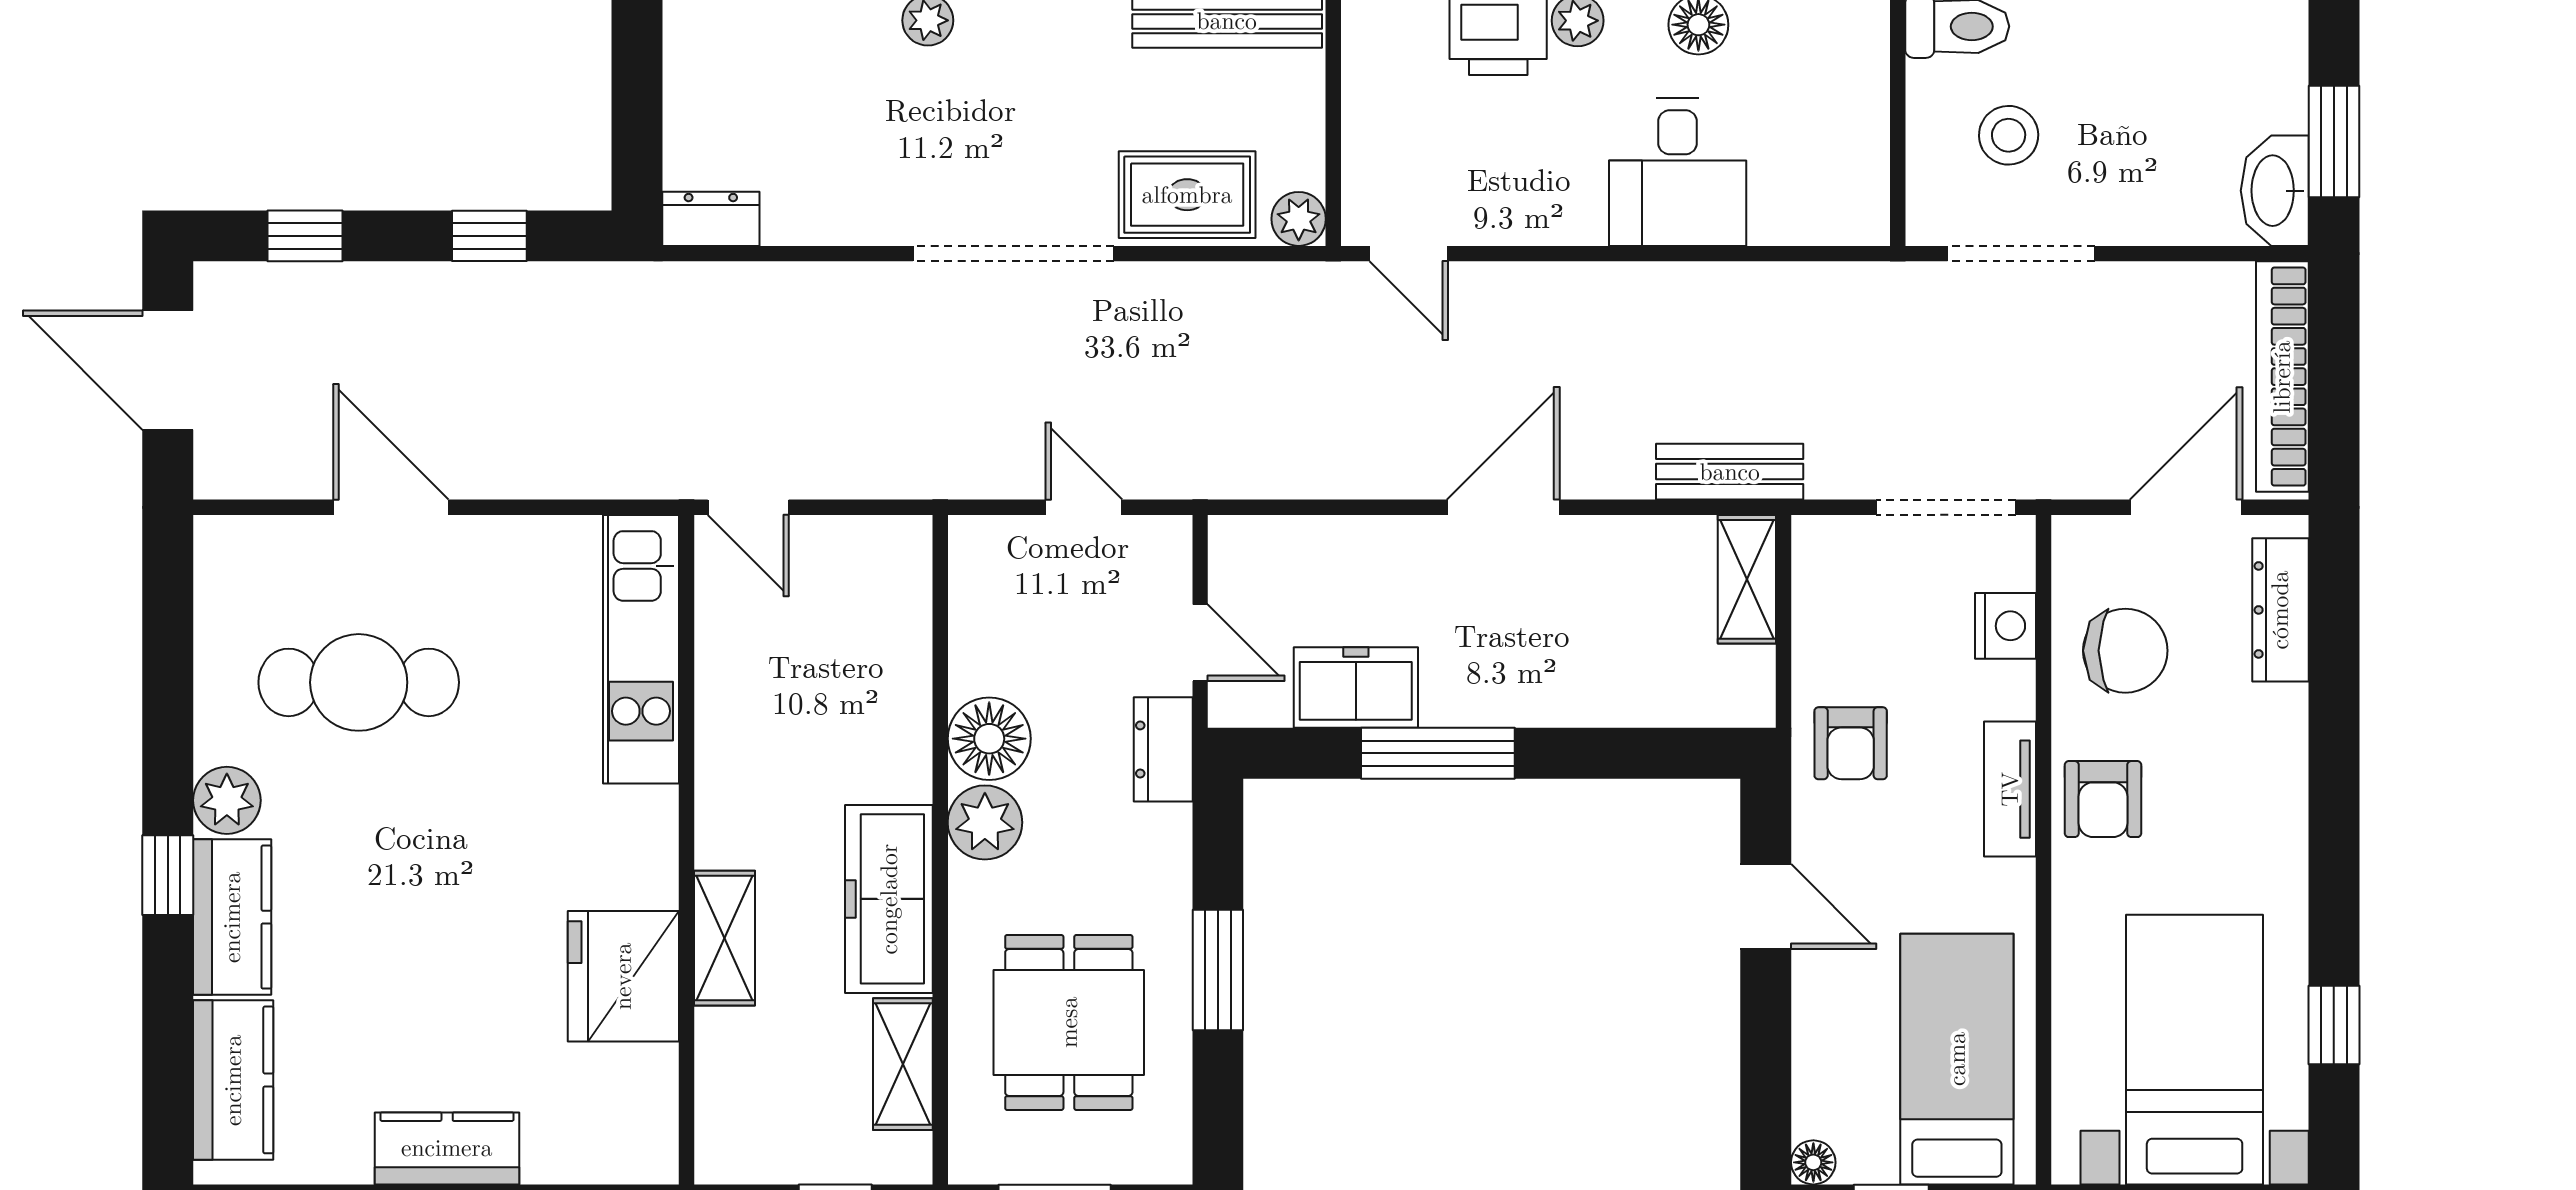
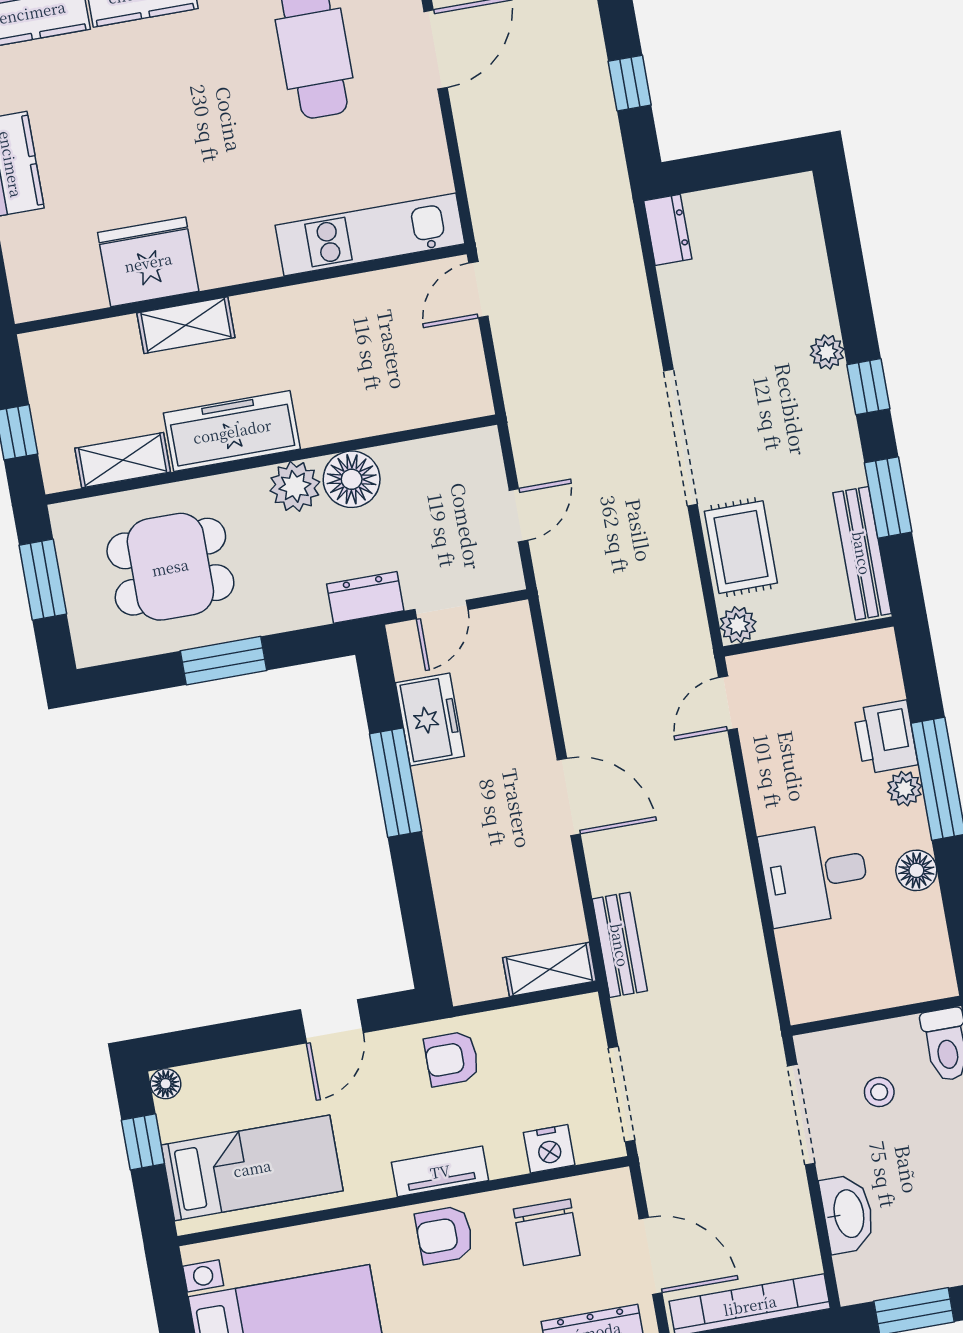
stool: (2009, 135) -> (879, 1092), width x0.73, depth x0.73
washbasin: (2275, 191) -> (848, 1214), moved, turned 90

